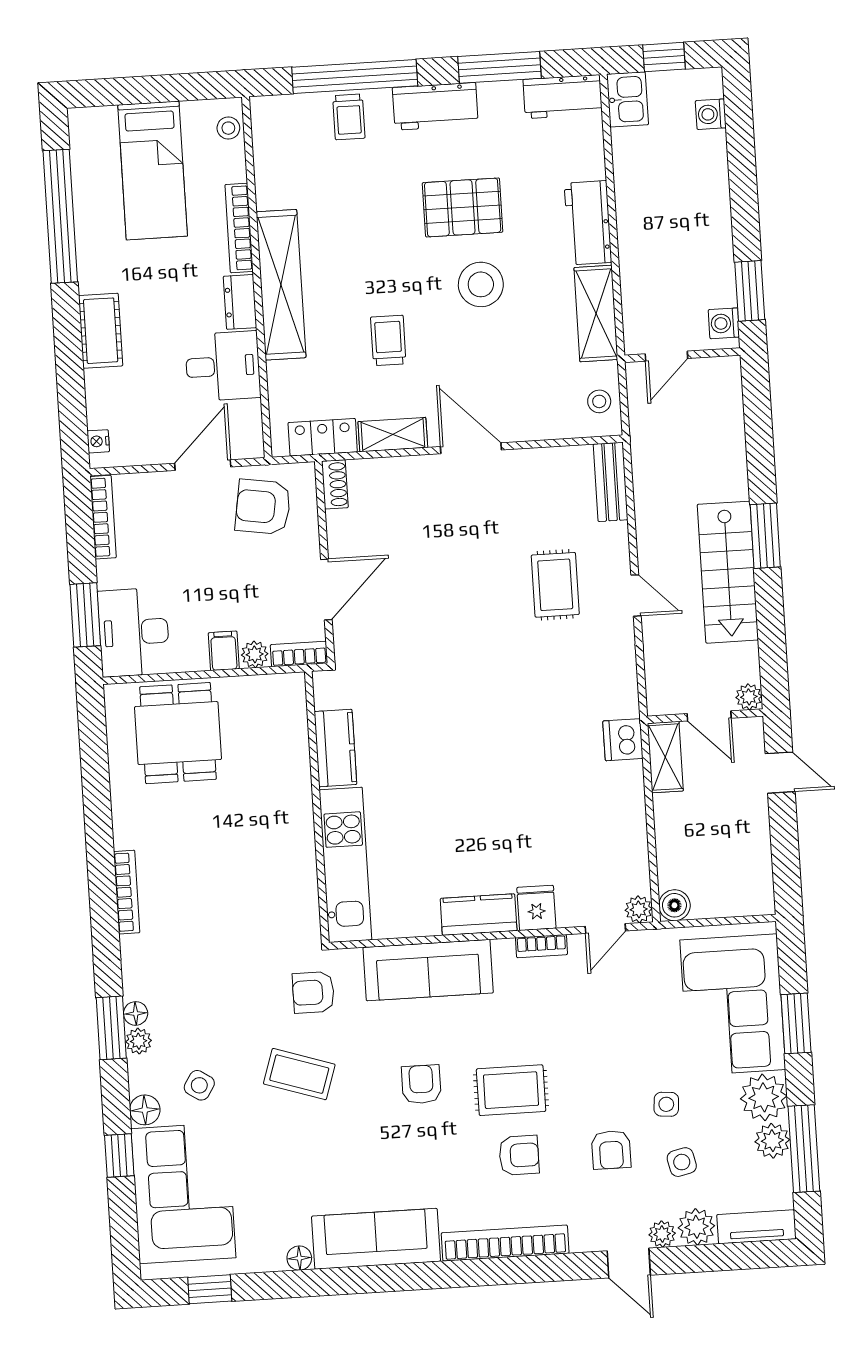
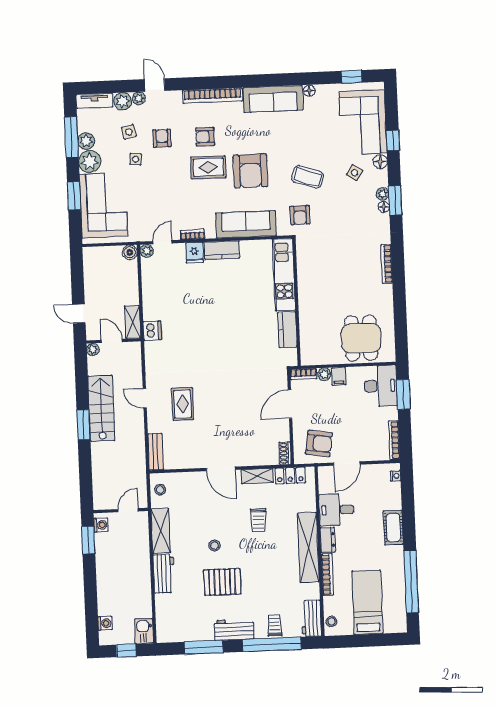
workbench: (563, 97) -> (311, 618), moved, turned -90
stool: (481, 284) -> (215, 546), width x0.53, depth x0.53
armchair: (313, 992) -> (300, 215), turned 90
armchair: (421, 1084) -> (250, 171), width x1.88, depth x1.88

